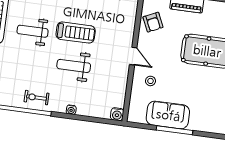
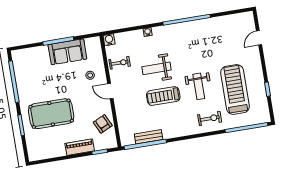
weight bench: (33, 31) -> (199, 86), turned 90
weight bench: (74, 66) -> (157, 68), turned 180
exercise bike: (36, 97) -> (120, 63), moved

